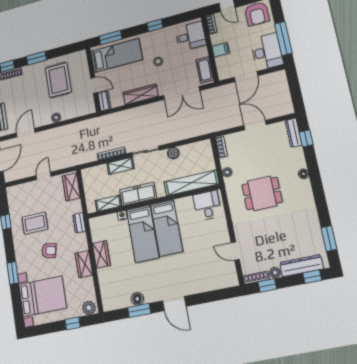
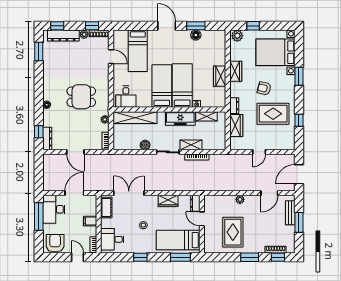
wardrobe: (141, 94) -> (168, 201), width x0.67
wardrobe: (71, 187) -> (236, 126), moved
rug: (35, 223) -> (273, 114), width x1.36, depth x1.43
bed: (204, 265) -> (138, 51), added

